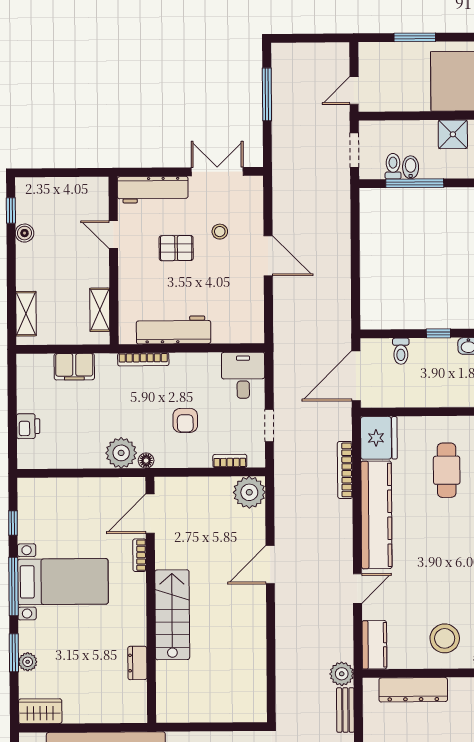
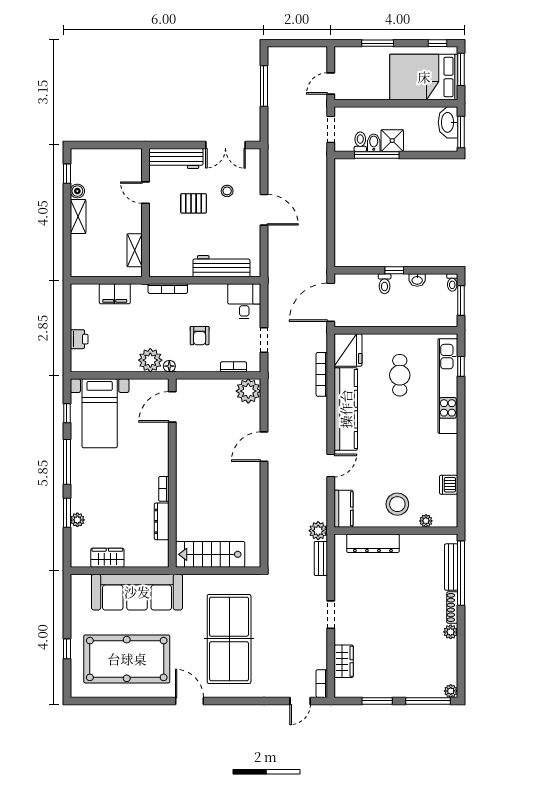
shower: (453, 134) -> (392, 141), moved
double door: (217, 172) -> (225, 145), swing flipped
shelving: (26, 314) -> (78, 217), moved
workbench: (174, 330) -> (221, 266), moved
toilet: (401, 351) -> (385, 284), moved
bookcase: (140, 555) -> (164, 489), moved
bed with nightstands: (63, 582) -> (100, 413), moved, turned 90
stairs: (172, 615) -> (210, 554), moved, turned -90
dresser: (137, 663) -> (162, 521), width x1.44
wardrobe: (40, 711) -> (107, 558), moved

